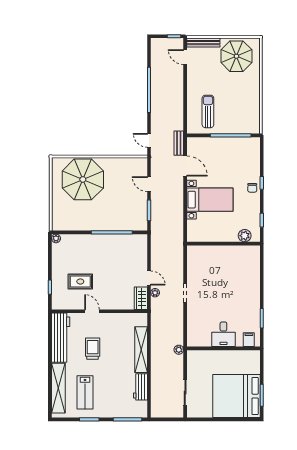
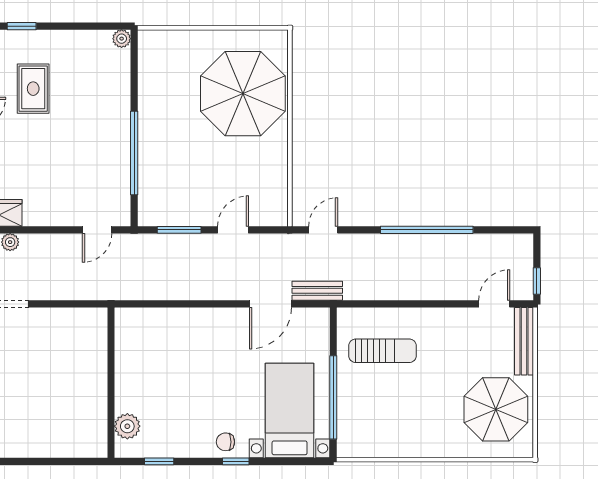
bed with nightstands: (210, 200) -> (290, 410), moved, turned 180
door: (149, 278) -> (97, 230), moved

